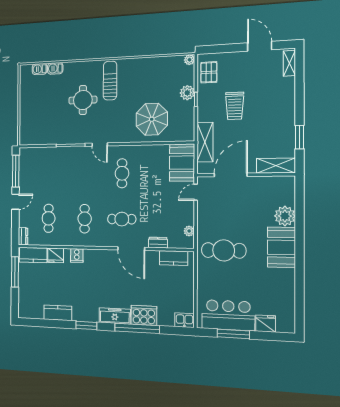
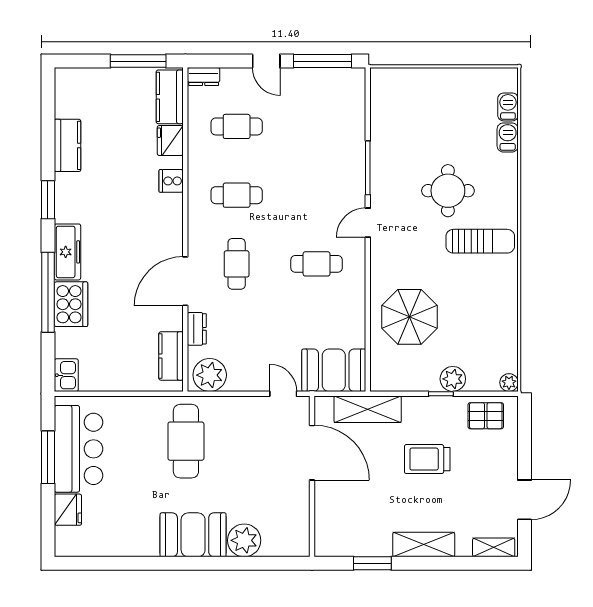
shelving: (276, 166) -> (424, 545), moved, turned 90
plant: (189, 231) -> (210, 375), width x1.88, depth x1.88

